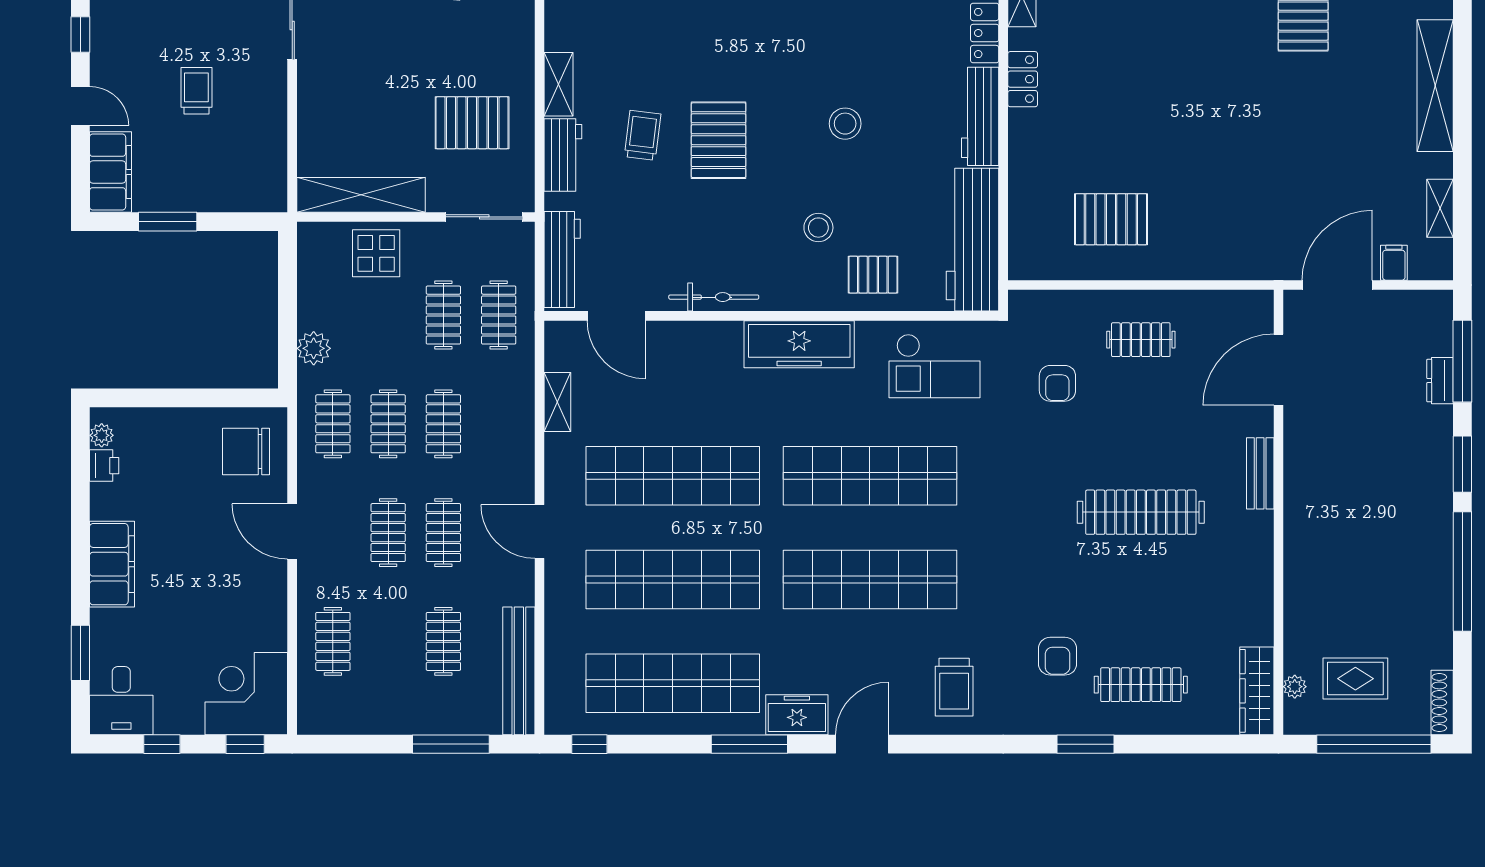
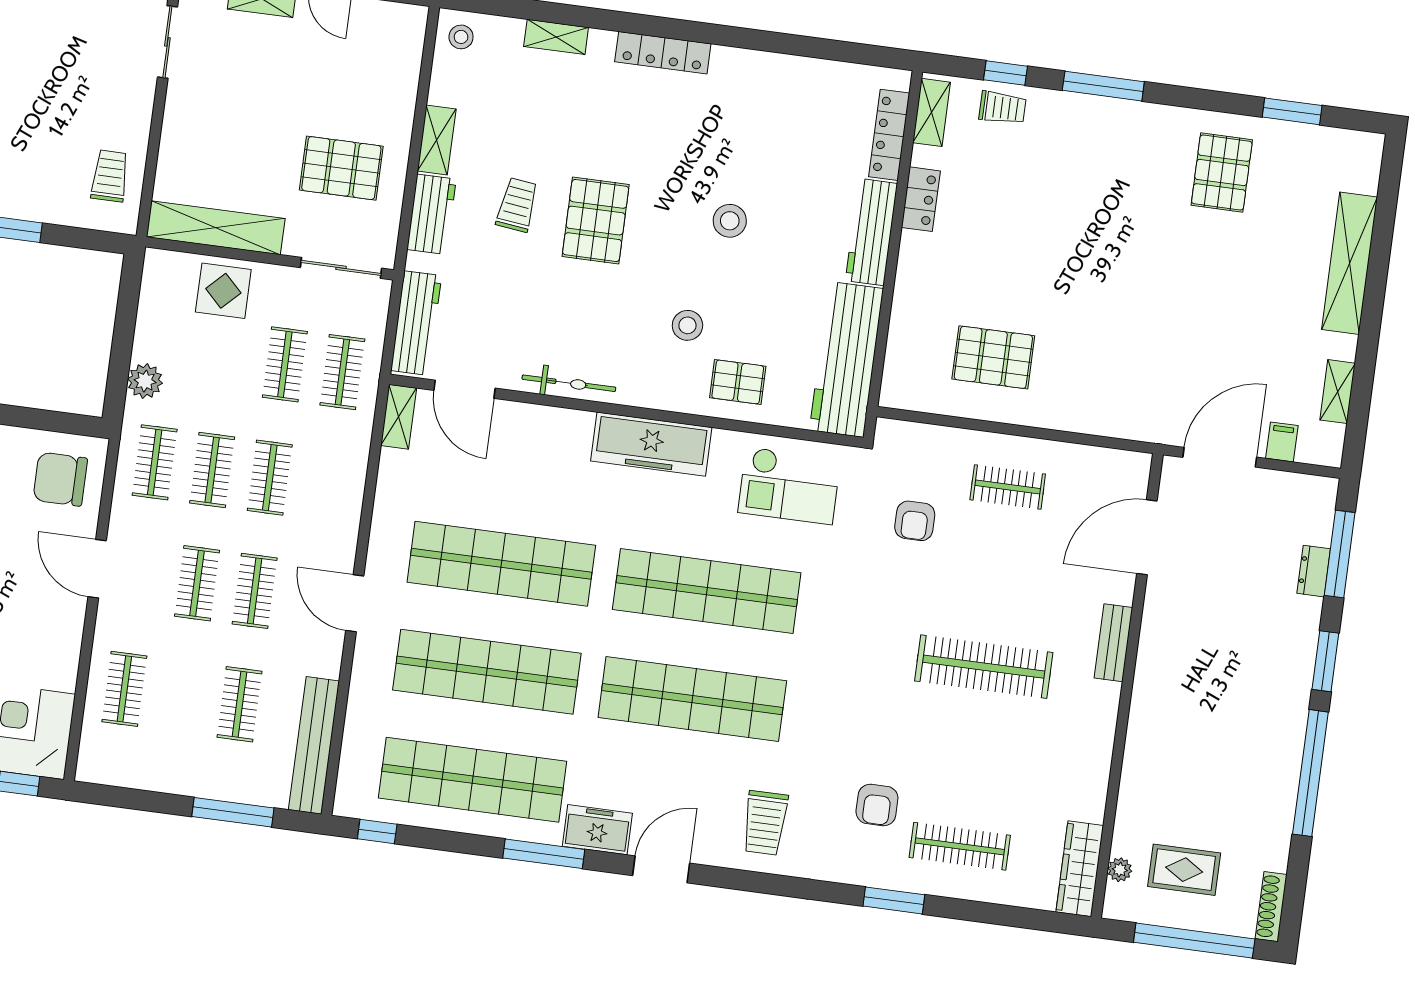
trolley: (196, 91) -> (110, 176), moved
shelving: (557, 402) -> (399, 417), moved

